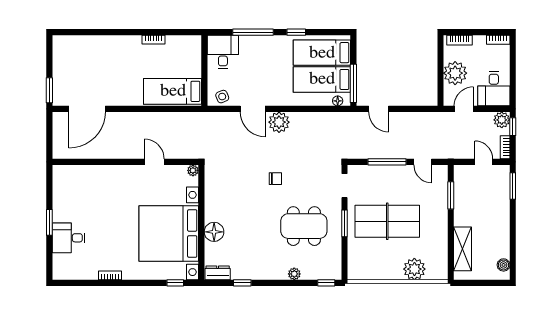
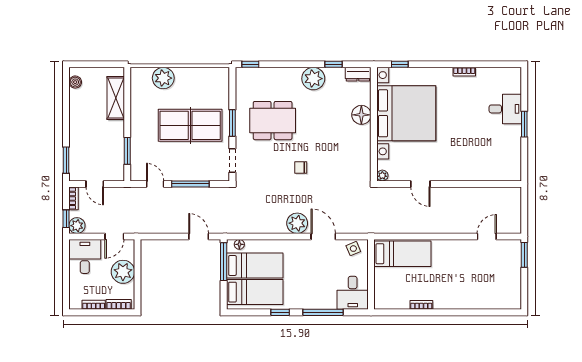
bookcase: (498, 40) -> (94, 305), moved
door: (87, 109) -> (487, 236), width x0.53
plant: (294, 274) -> (313, 79), moved, width x1.88, depth x1.88

